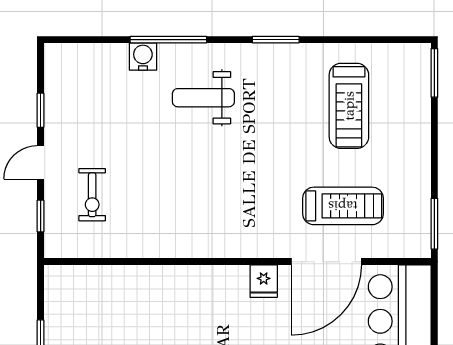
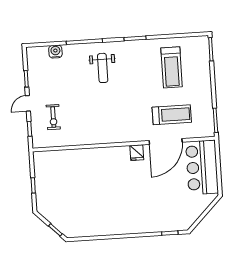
water cooler: (143, 57) -> (55, 52), moved
weight bench: (203, 98) -> (103, 68), turned -90

